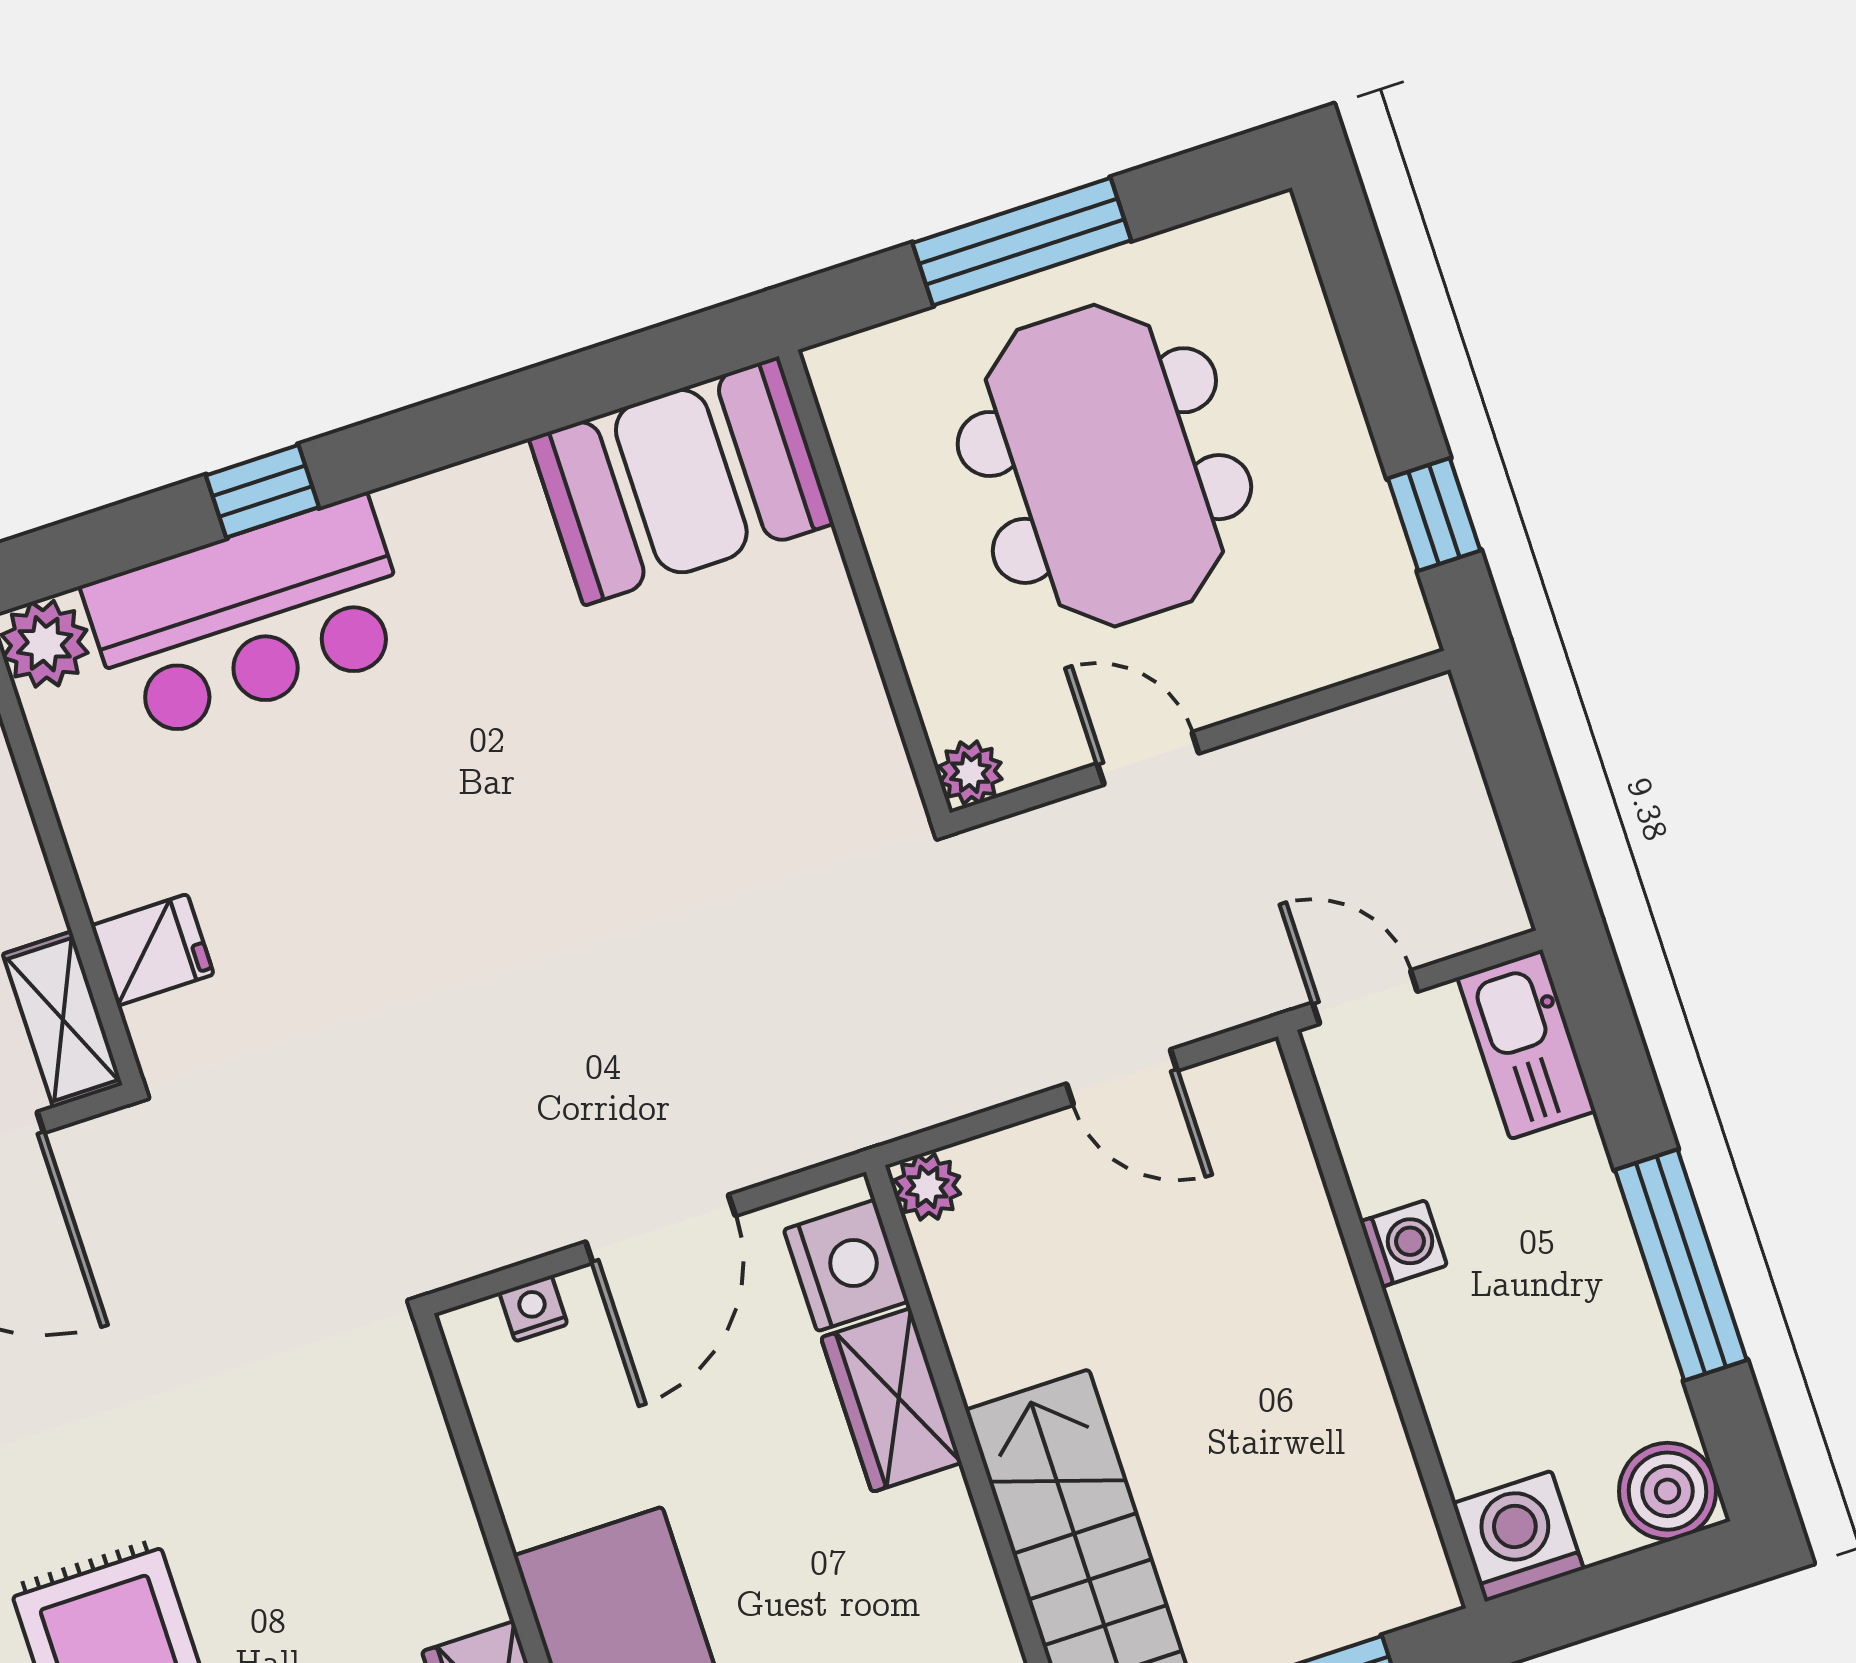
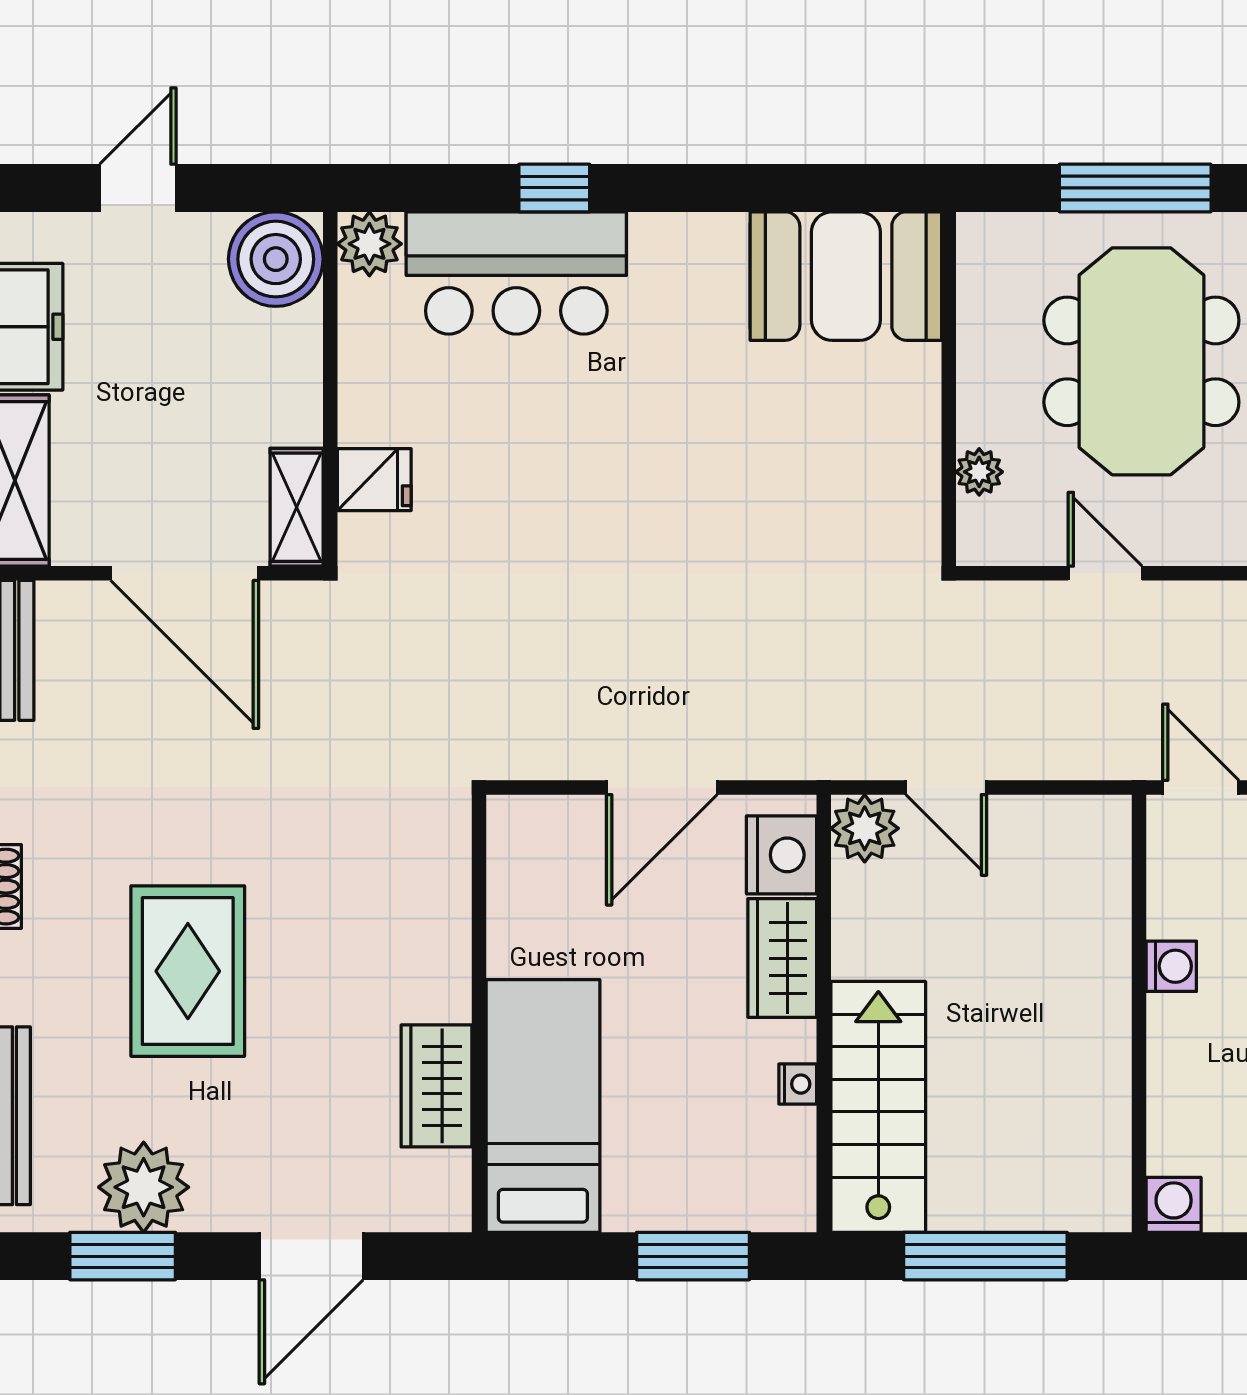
plant: (970, 773) -> (979, 472), moved
door: (1122, 1077) -> (946, 787), moved
plant: (927, 1187) -> (865, 828), width x1.38, depth x1.38
nightstand: (533, 1308) -> (798, 1084), moved, turned 90
washing machine: (1518, 1536) -> (1174, 1205), width x0.73, depth x0.73

